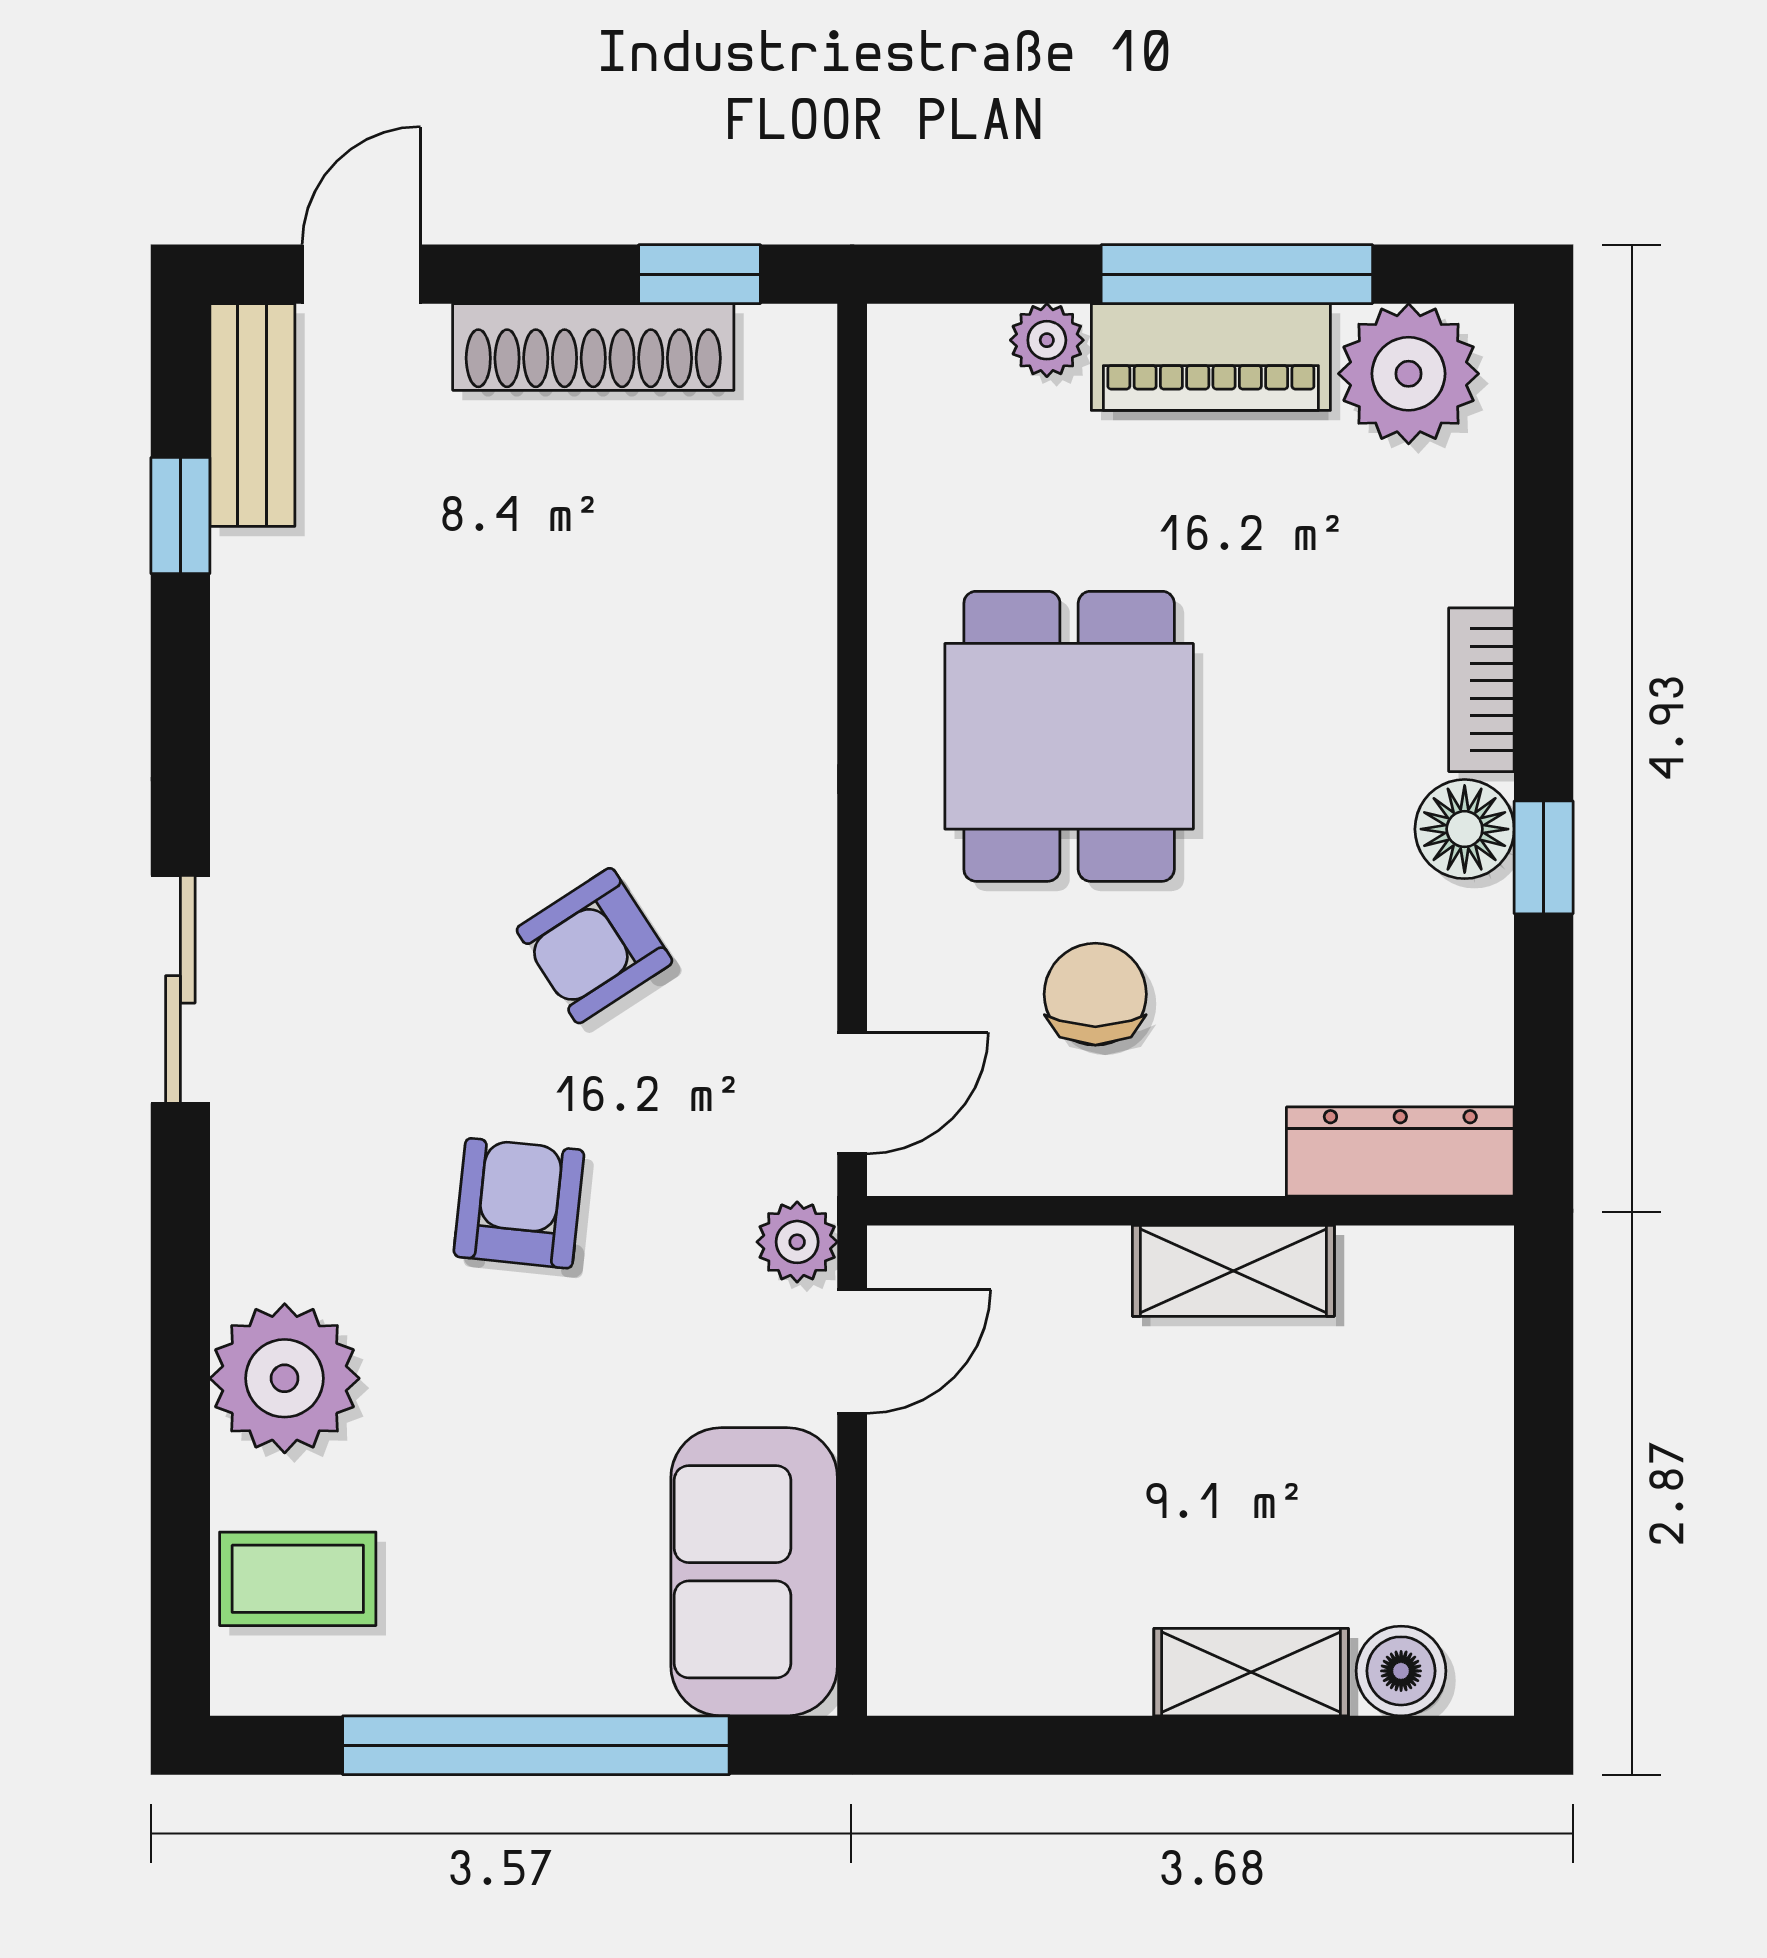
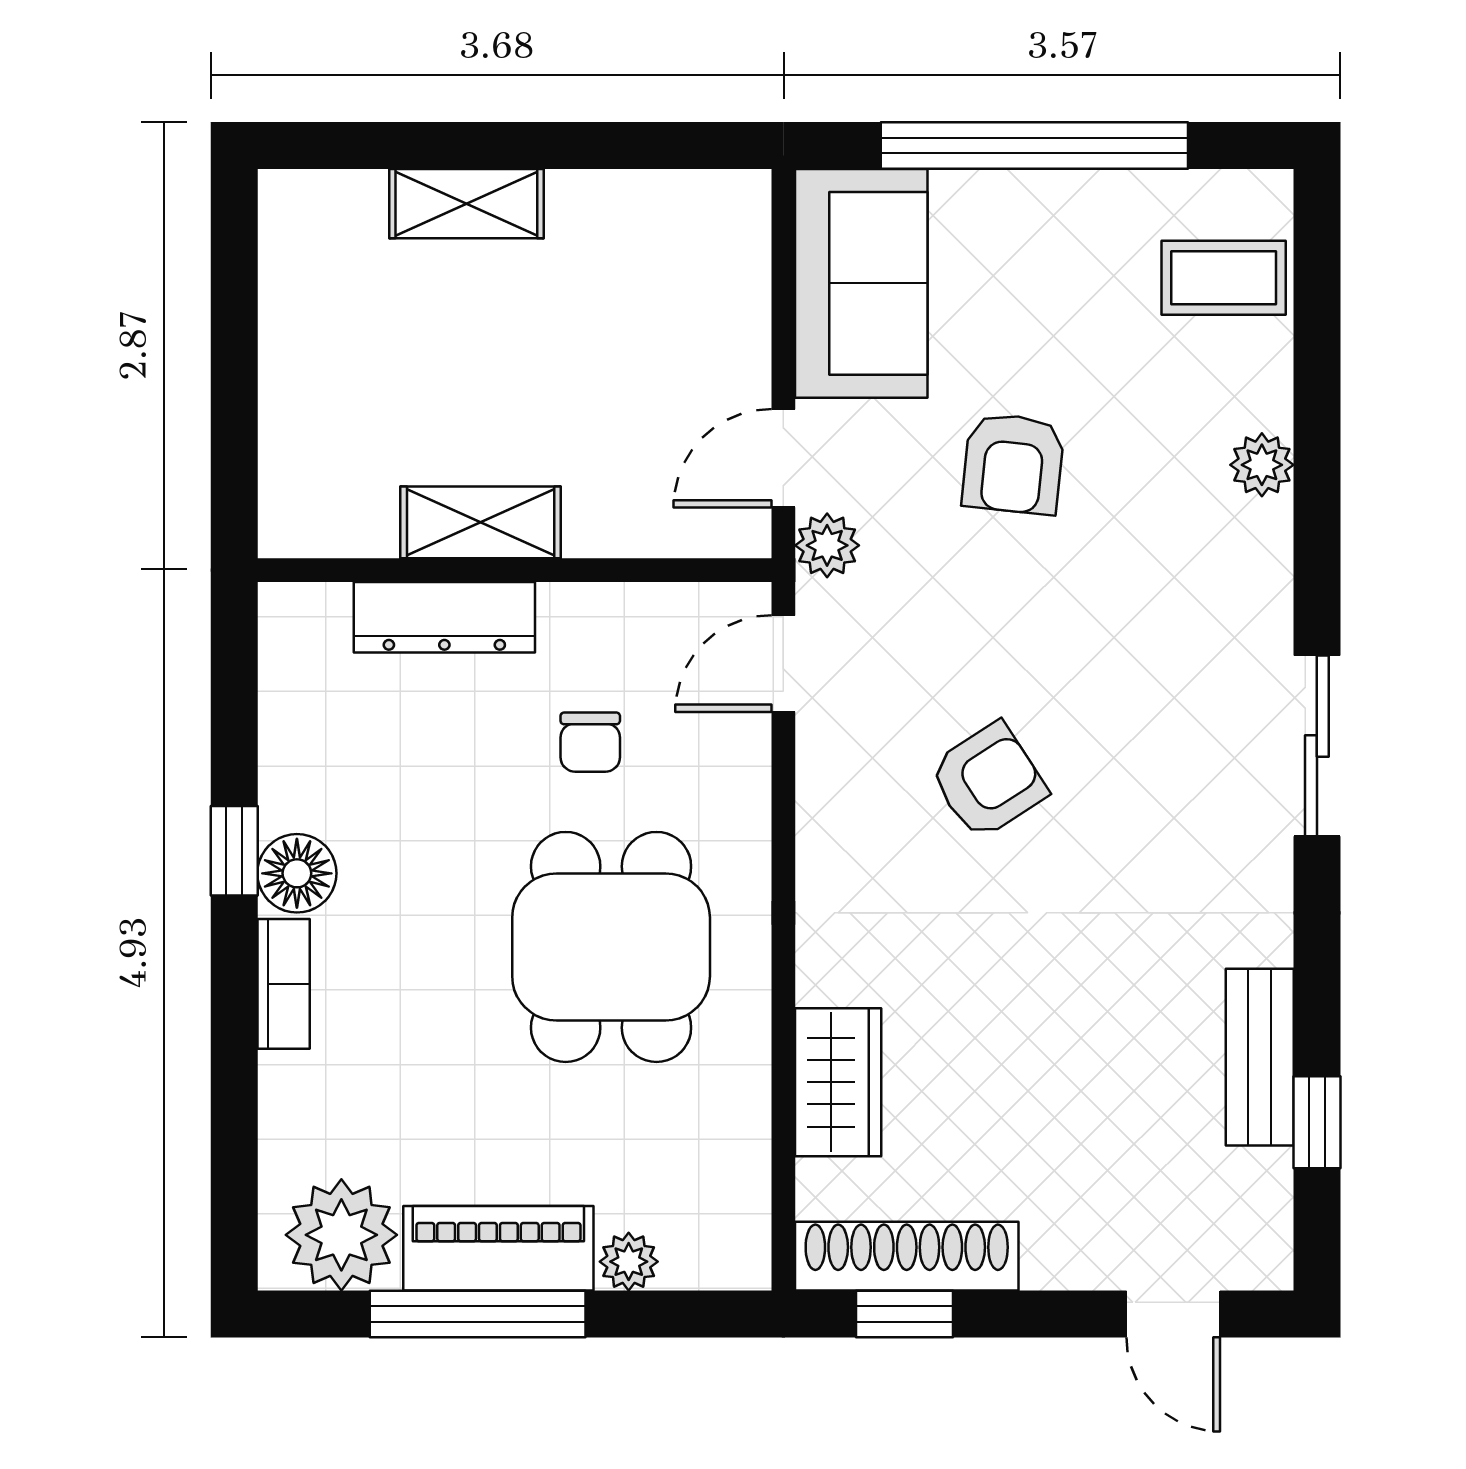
door: (361, 274) -> (1173, 1314), hinge flipped
shoe rack: (593, 347) -> (907, 1256), moved
bench: (252, 415) -> (1260, 1057), moved
wardrobe: (783, 566) -> (838, 1082), added
chair: (1095, 994) -> (590, 742), width x0.73, depth x0.73
dresser: (1400, 1151) -> (444, 617), moved
armchair: (519, 1203) -> (1013, 464), moved
plant: (285, 1378) -> (1262, 465), width x0.53, depth x0.53
boiler: (1401, 1671) -> (347, 205), removed

